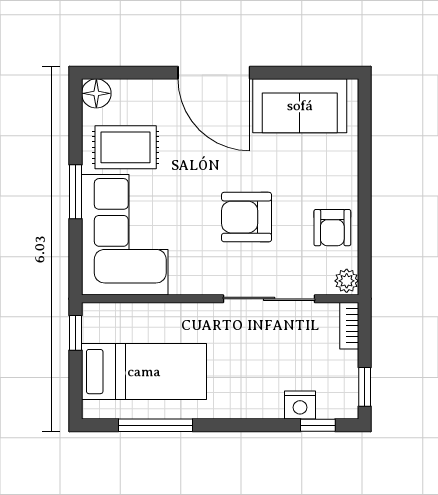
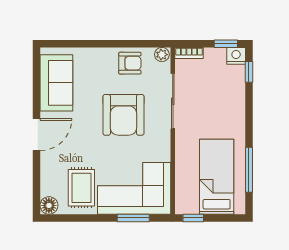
door: (214, 73) -> (36, 135), width x0.73
window: (75, 192) -> (133, 218), moved
armchair: (247, 217) -> (123, 115), width x1.36, depth x1.36
nightstand: (300, 405) -> (236, 56), moved, turned -90

